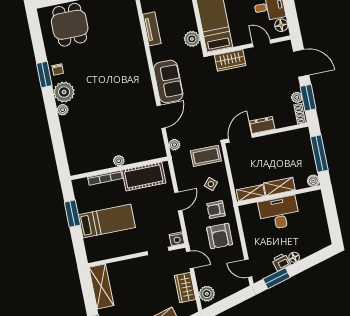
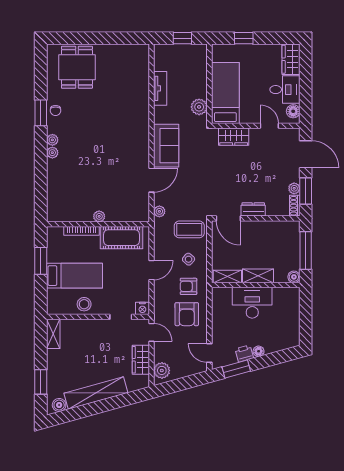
plant: (64, 92) -> (52, 140), width x0.53, depth x0.53
door: (241, 138) -> (228, 218), swing flipped
stool: (121, 246) -> (84, 304), added
shelving: (101, 286) -> (53, 334), width x0.67, depth x0.75

